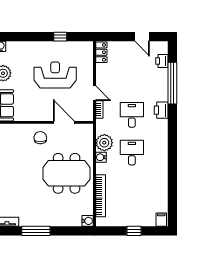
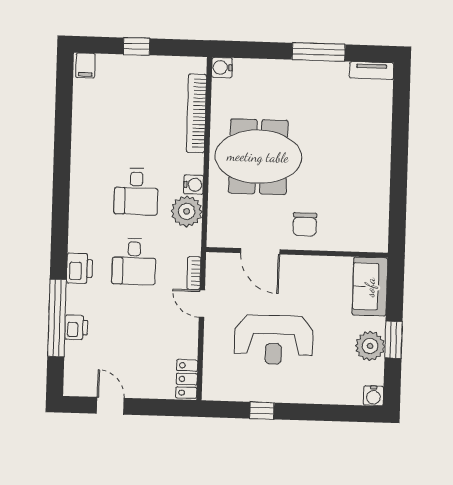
printer: (162, 61) -> (76, 327), moved

